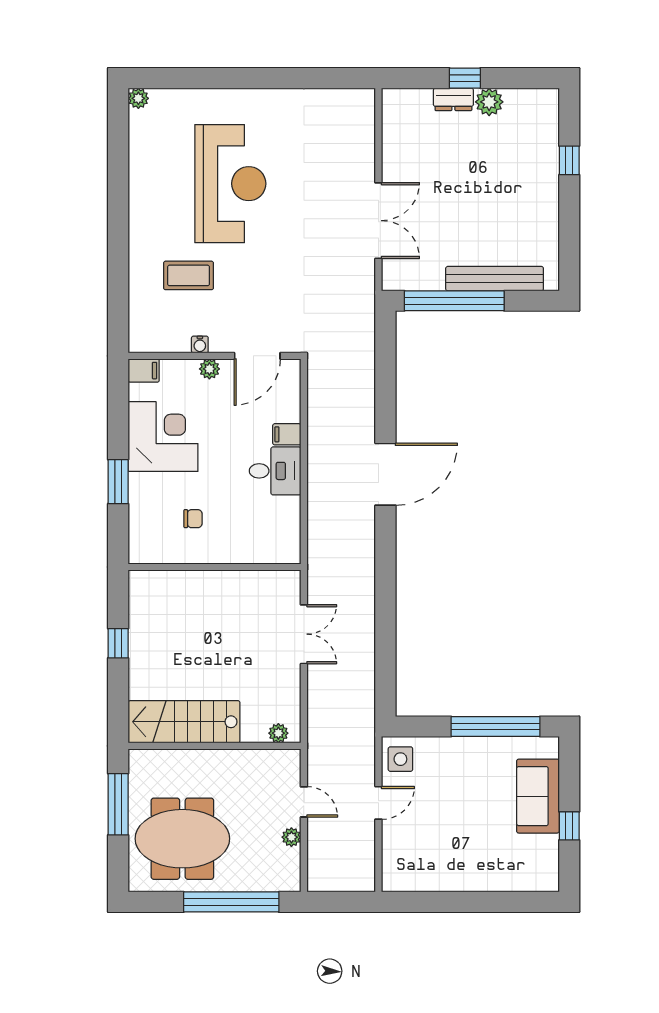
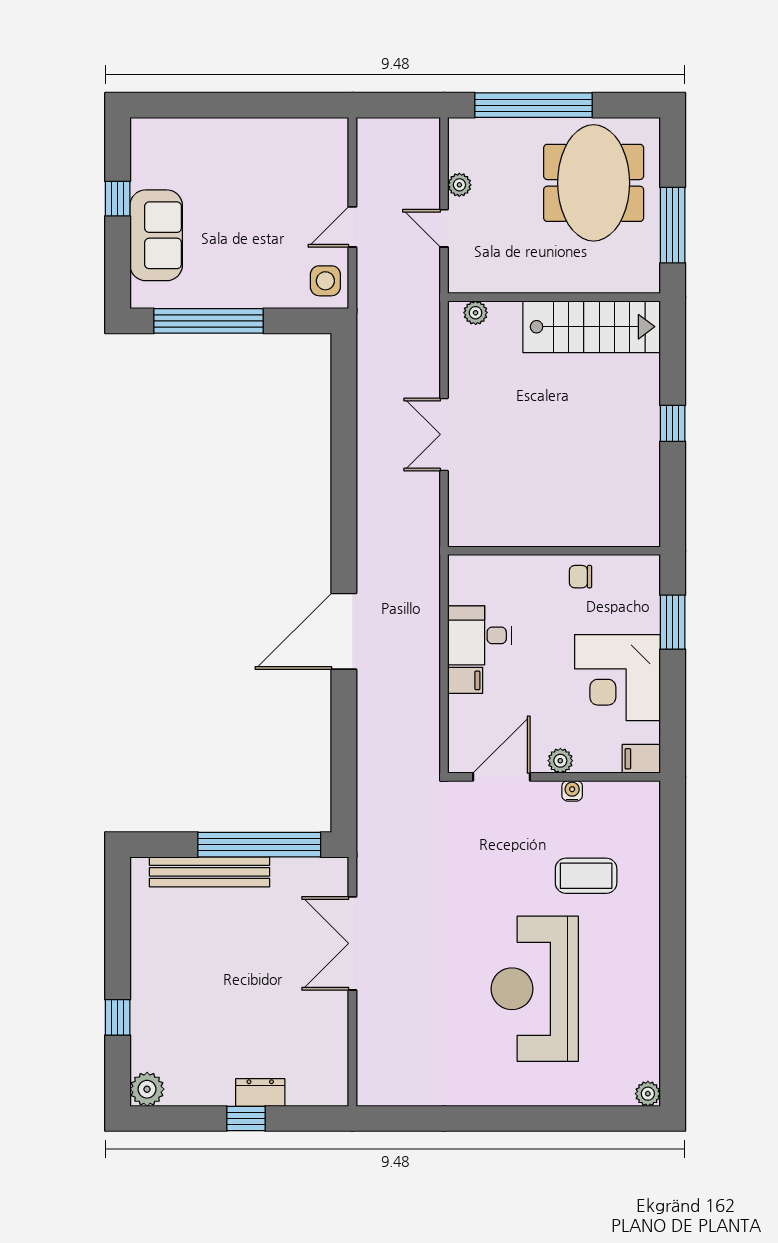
plant: (489, 102) -> (147, 1089), moved
wall: (215, 567) -> (554, 551), moved
meeting table: (182, 839) -> (594, 183), turned 90

